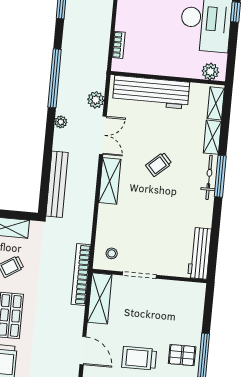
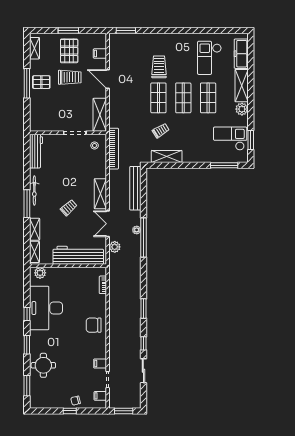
window: (55, 78) -> (143, 238), moved
bicycle: (209, 177) -> (34, 191), moved
bookcase: (81, 274) -> (114, 149), moved

